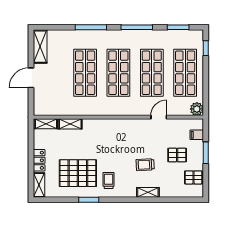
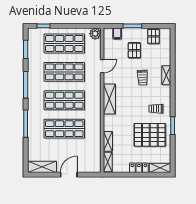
door: (31, 78) -> (69, 175), swing flipped
door: (159, 117) -> (102, 66), swing flipped
shelving: (120, 126) -> (109, 99), added
pallet: (78, 173) -> (150, 135), turned 90

